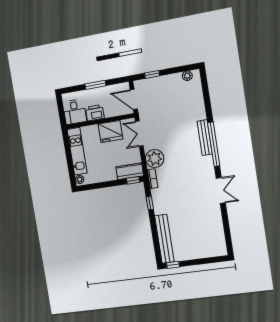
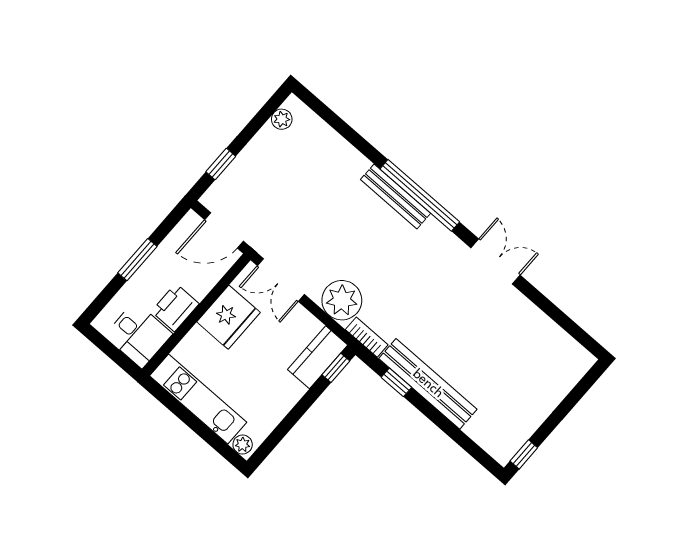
bench: (164, 239) -> (428, 384), moved

